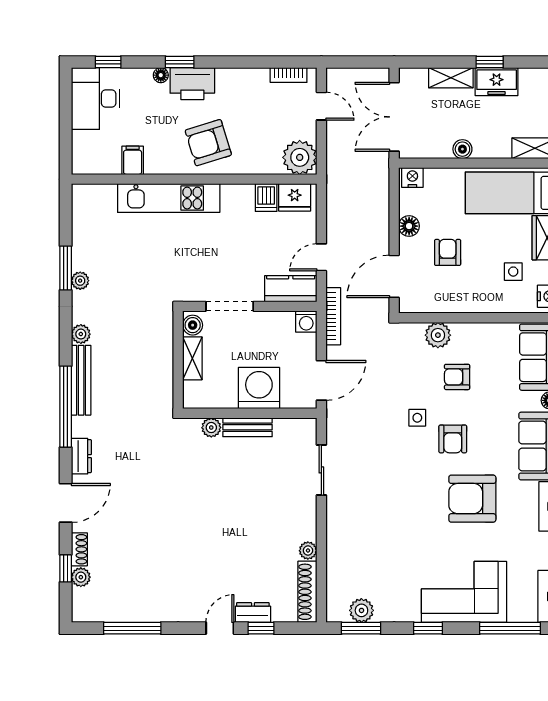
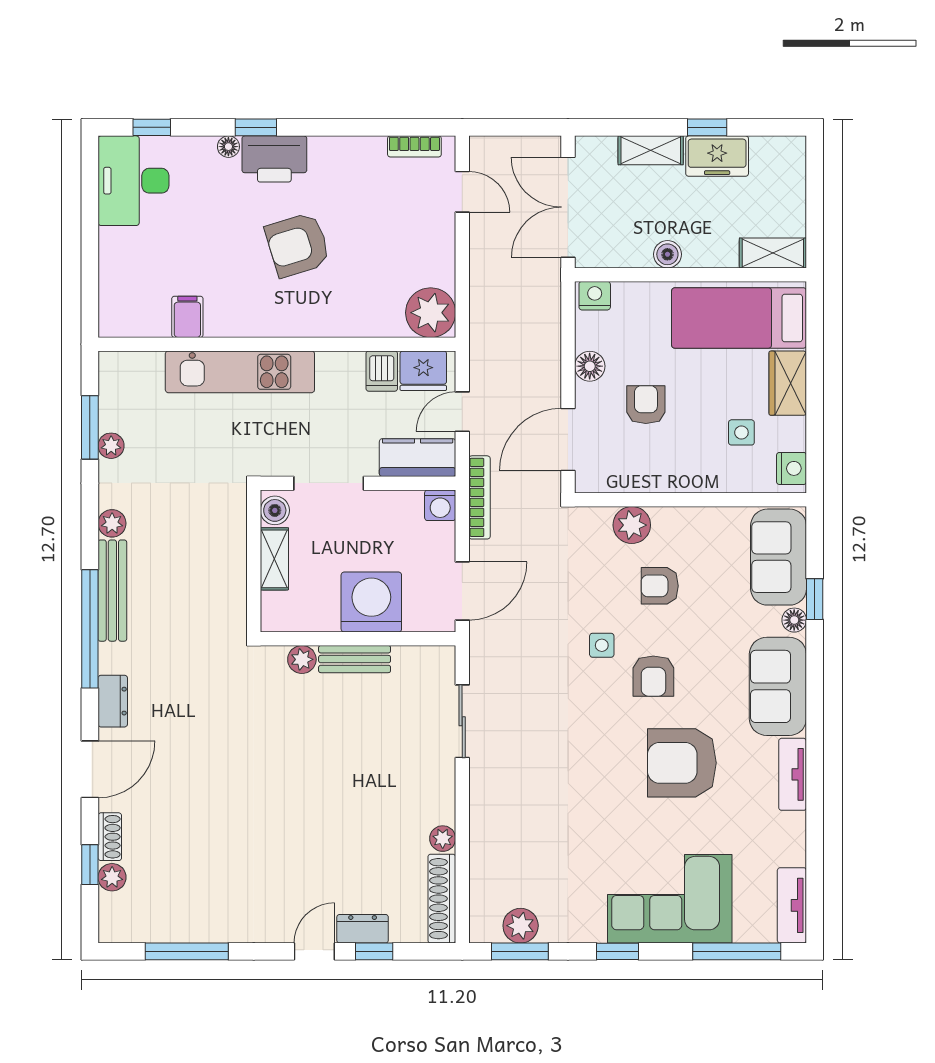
plant: (300, 157) -> (431, 313), moved
filing cabinet: (133, 160) -> (187, 317), moved
wall: (194, 179) -> (277, 344), moved
fridge: (295, 197) -> (423, 371), moved
kitchen unit: (169, 198) -> (240, 372), moved
dishwasher: (266, 198) -> (382, 371), moved

